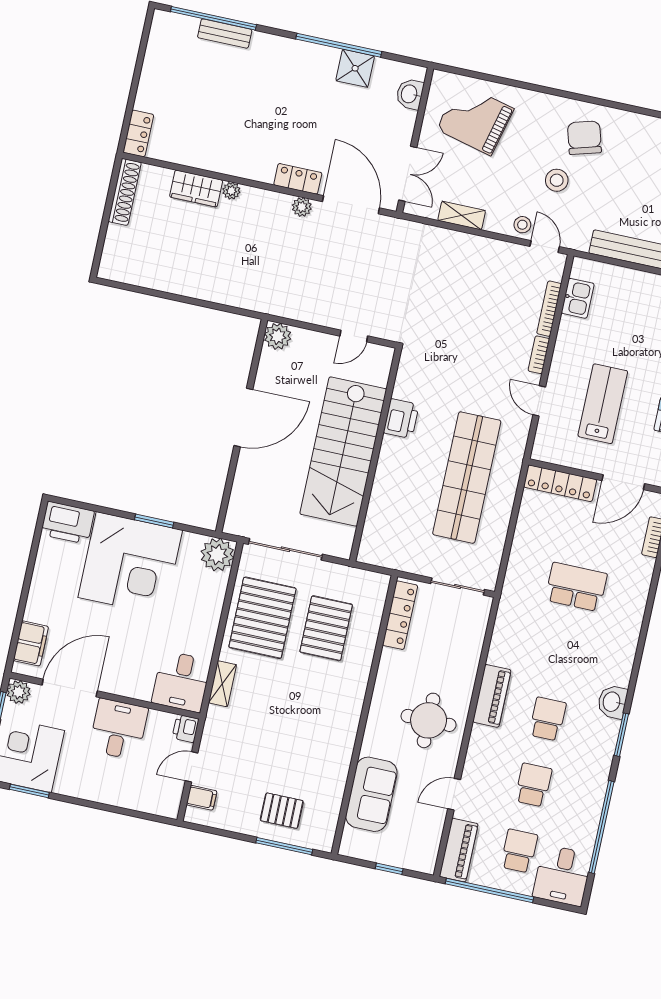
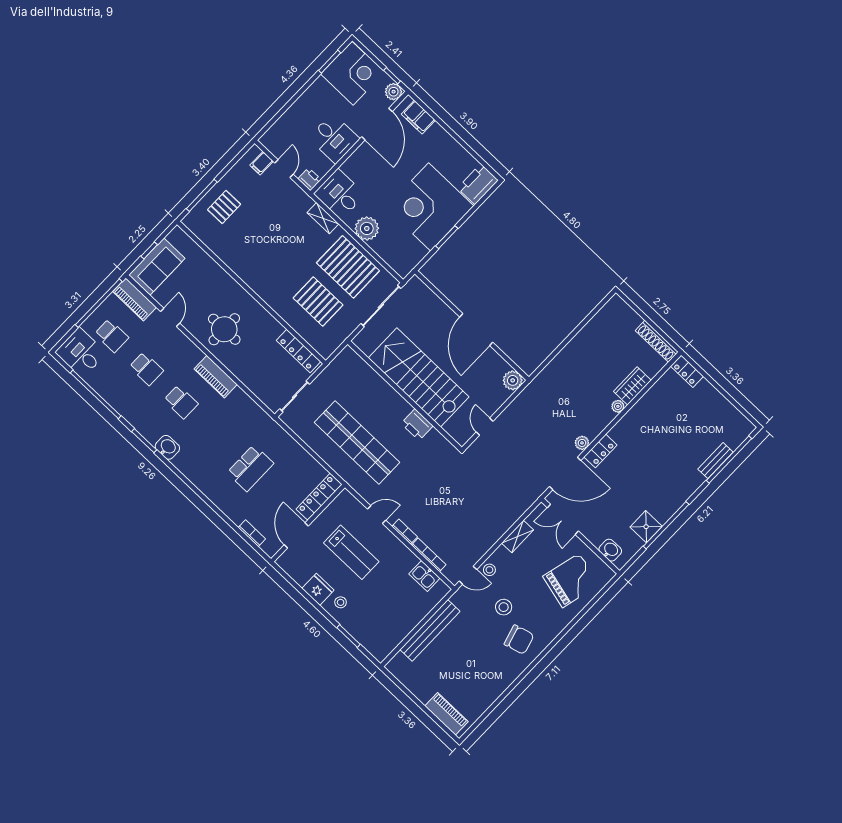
plant: (217, 555) -> (367, 228), moved
sofa: (371, 794) -> (157, 267), moved, turned -90

